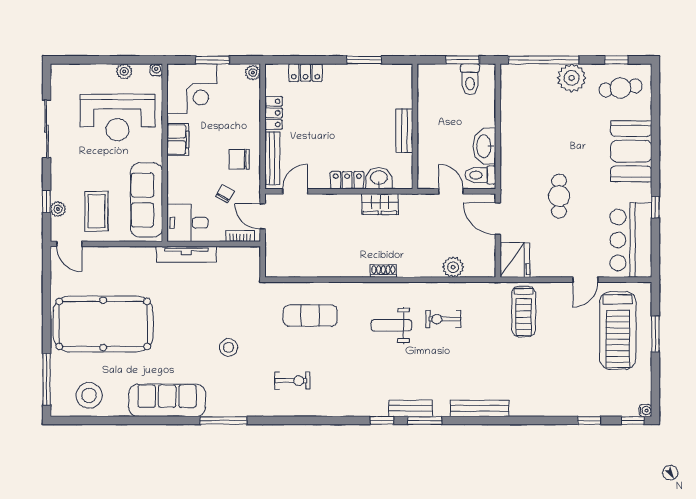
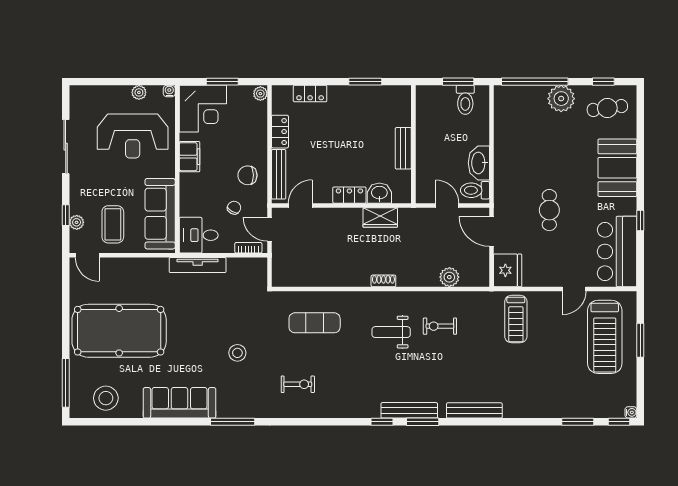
bench: (411, 408) -> (409, 410), width x1.36
window: (589, 420) -> (578, 422), width x1.50

